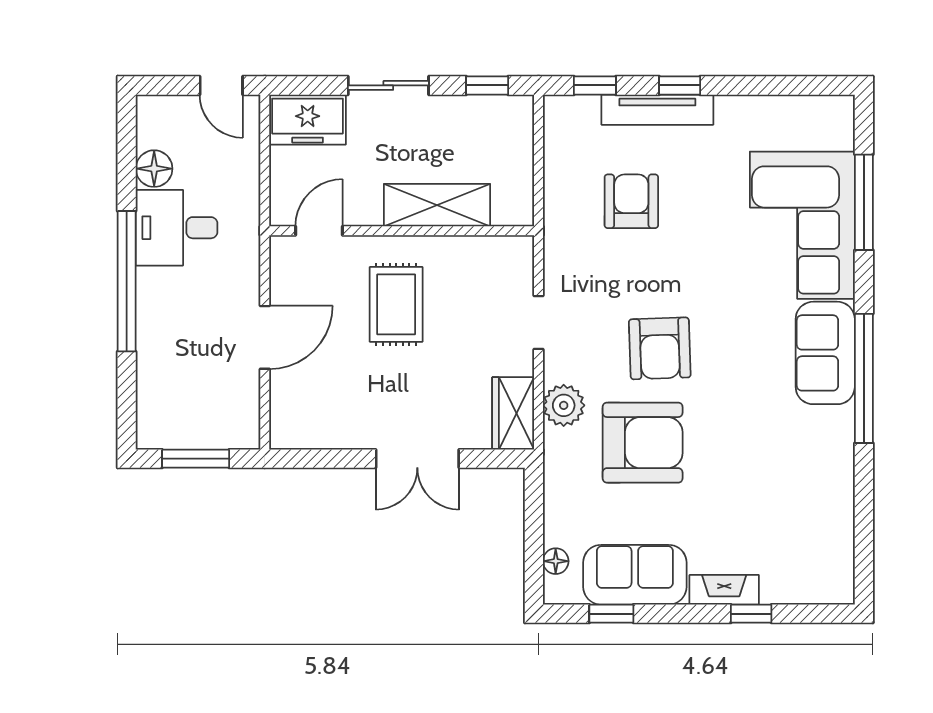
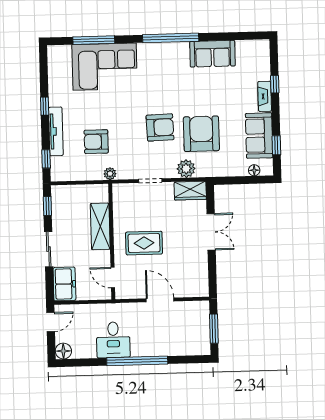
window: (680, 85) -> (45, 106), moved
floor lamp: (154, 169) -> (63, 351), moved
plant: (557, 231) -> (110, 174), added
sofa: (825, 353) -> (212, 54), moved

